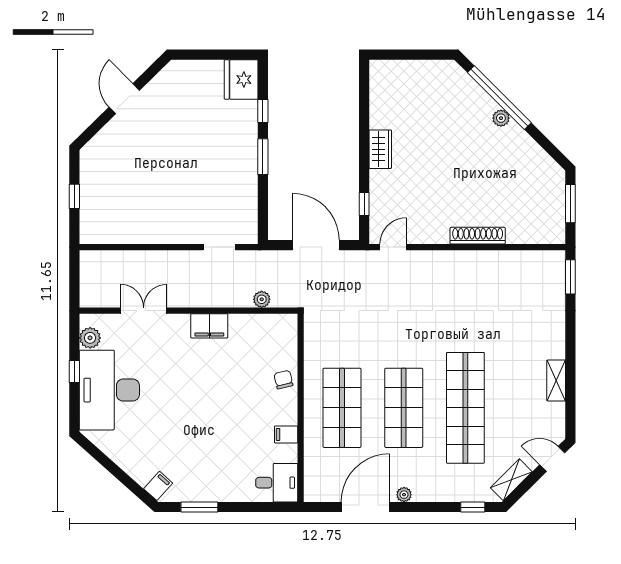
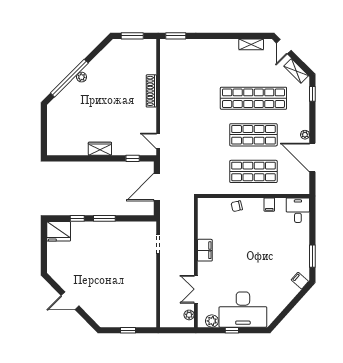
plant: (262, 299) -> (189, 315), moved
shelving: (556, 380) -> (251, 44), moved

